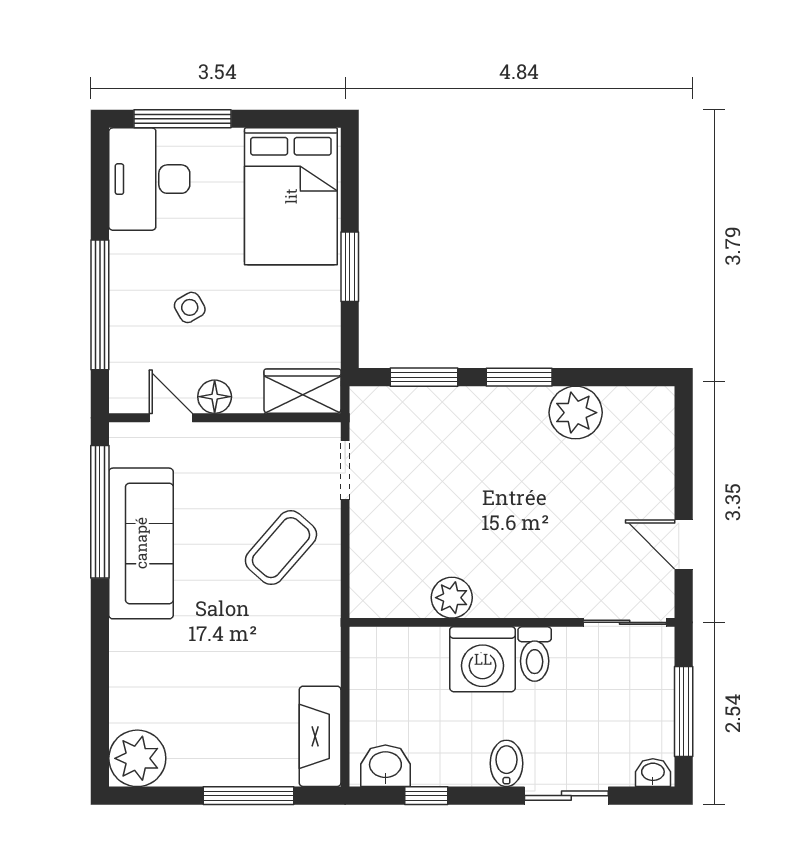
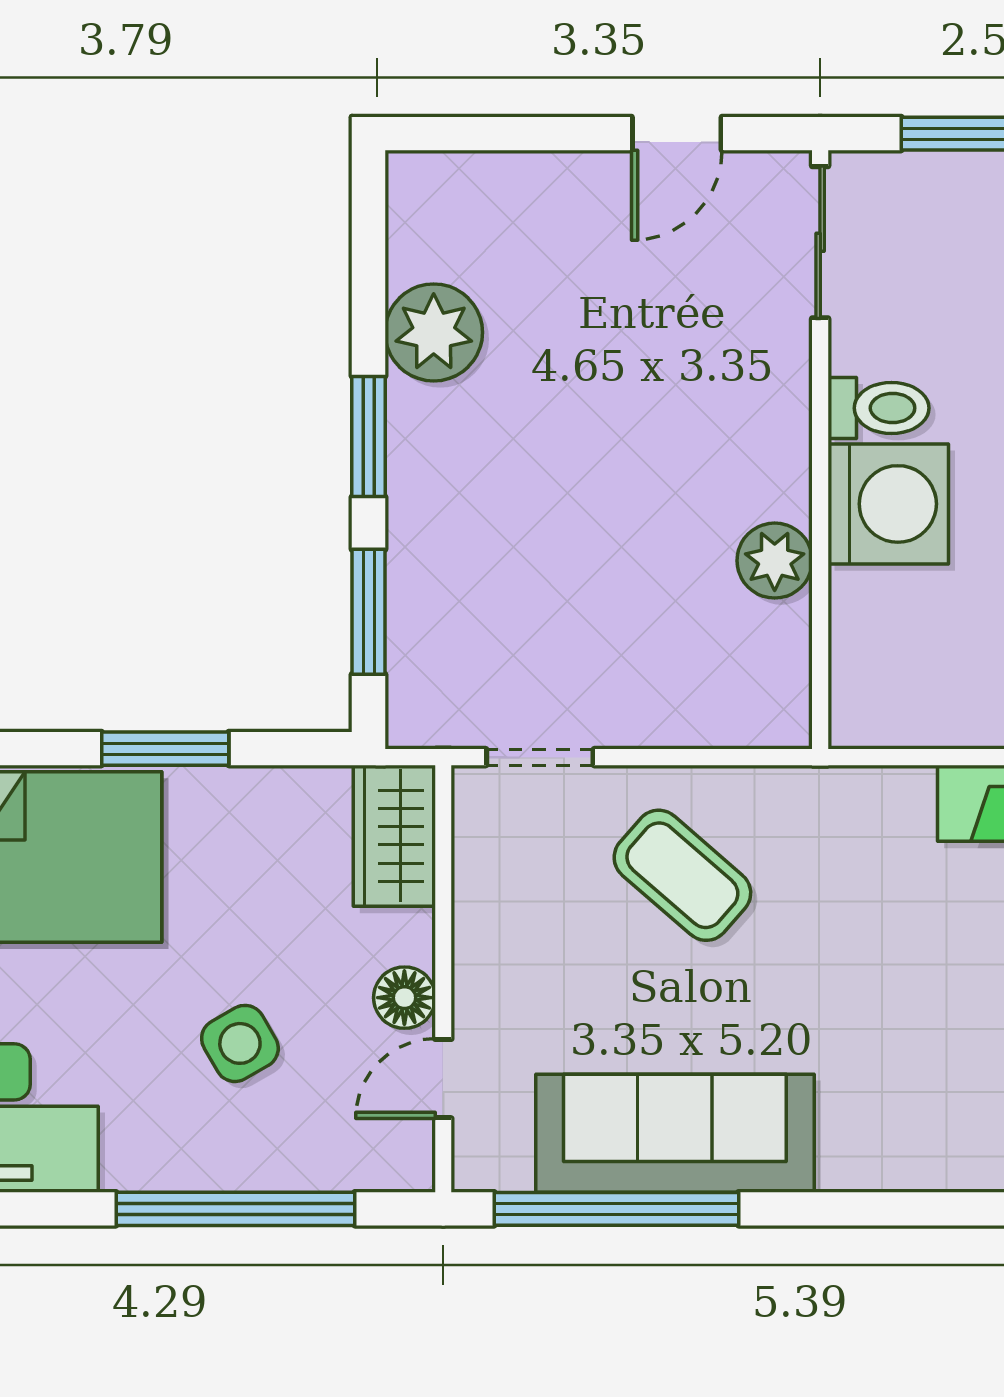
side table: (190, 307) -> (240, 1043), width x1.37, depth x1.37

